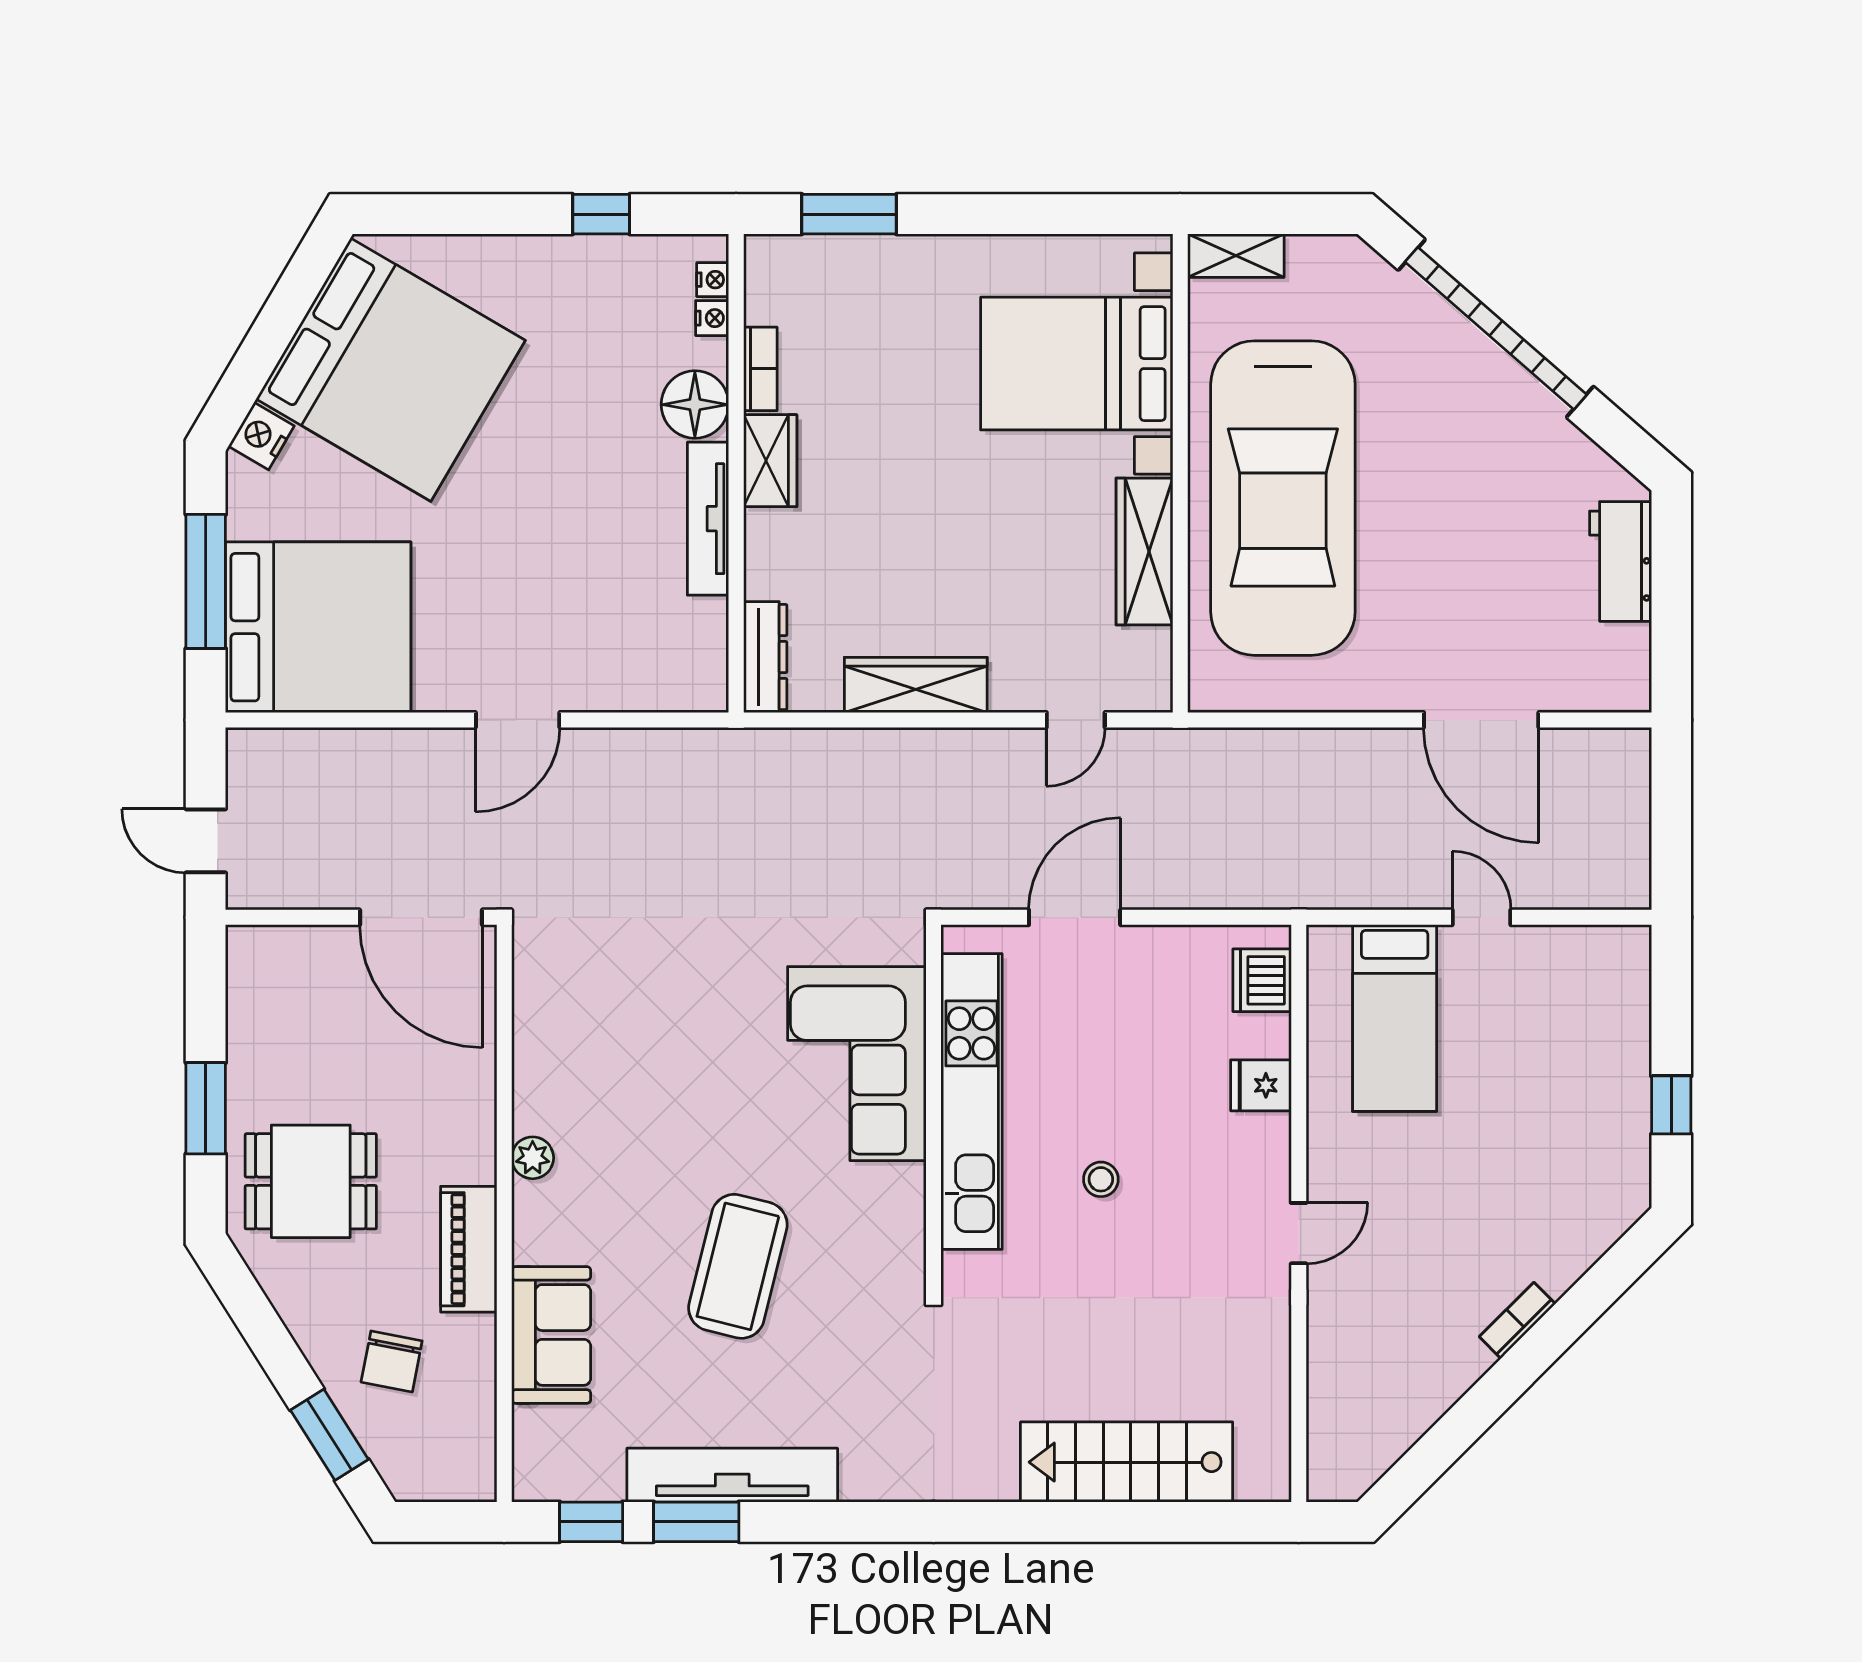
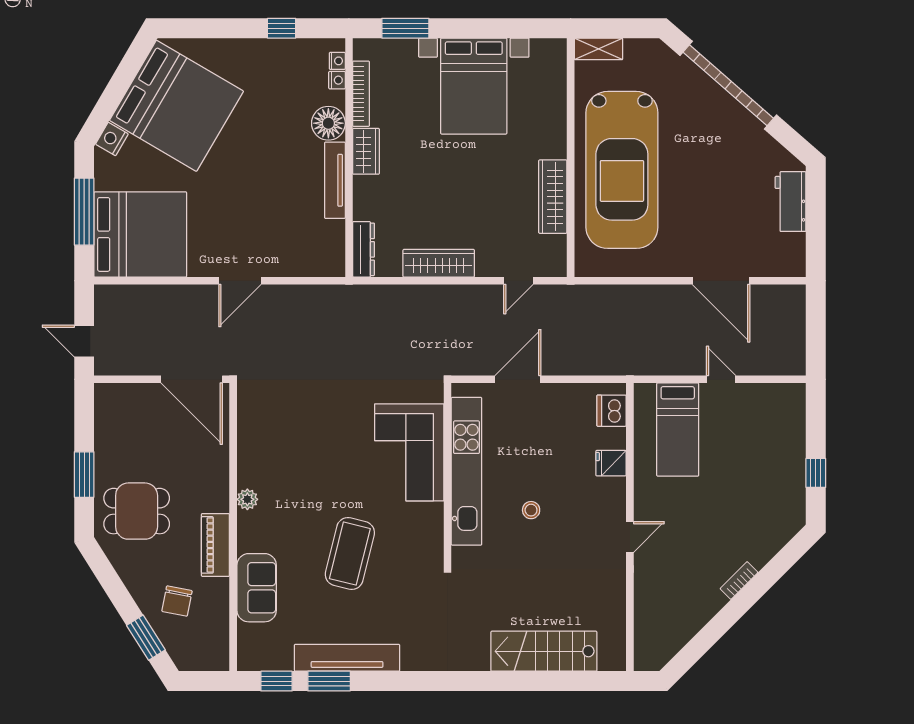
bed with nightstands: (1077, 364) -> (474, 86), moved, turned -90
bookcase: (760, 369) -> (361, 94), width x1.56

